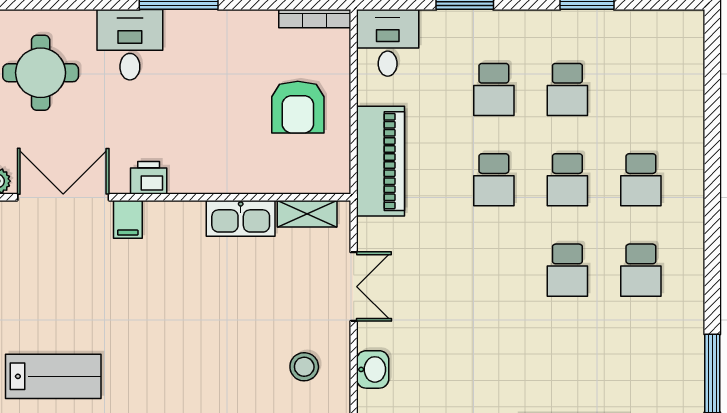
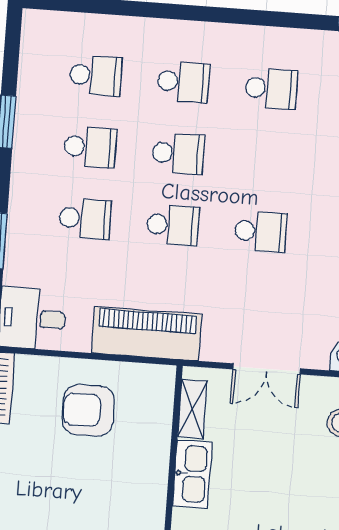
school desk: (641, 89) -> (96, 76), added
armchair: (298, 107) -> (88, 410), turned 180
school desk: (567, 270) -> (261, 231), moved
double door: (354, 287) -> (267, 369), swing flipped

